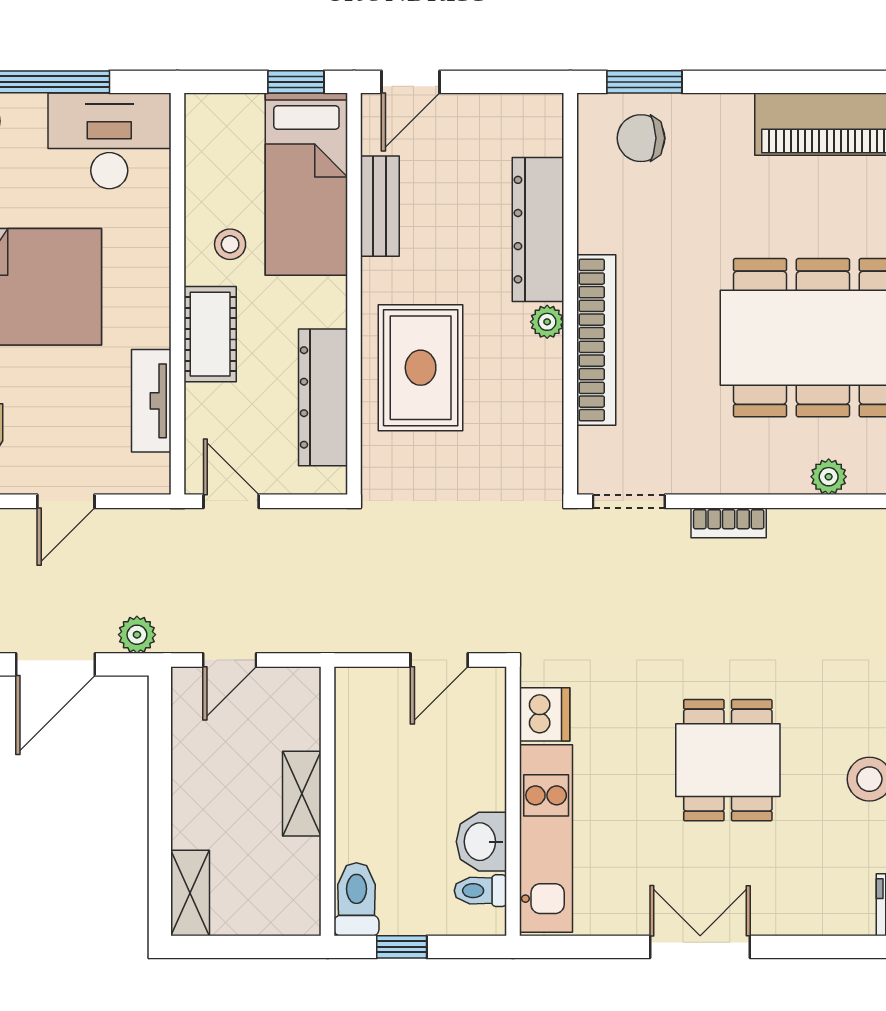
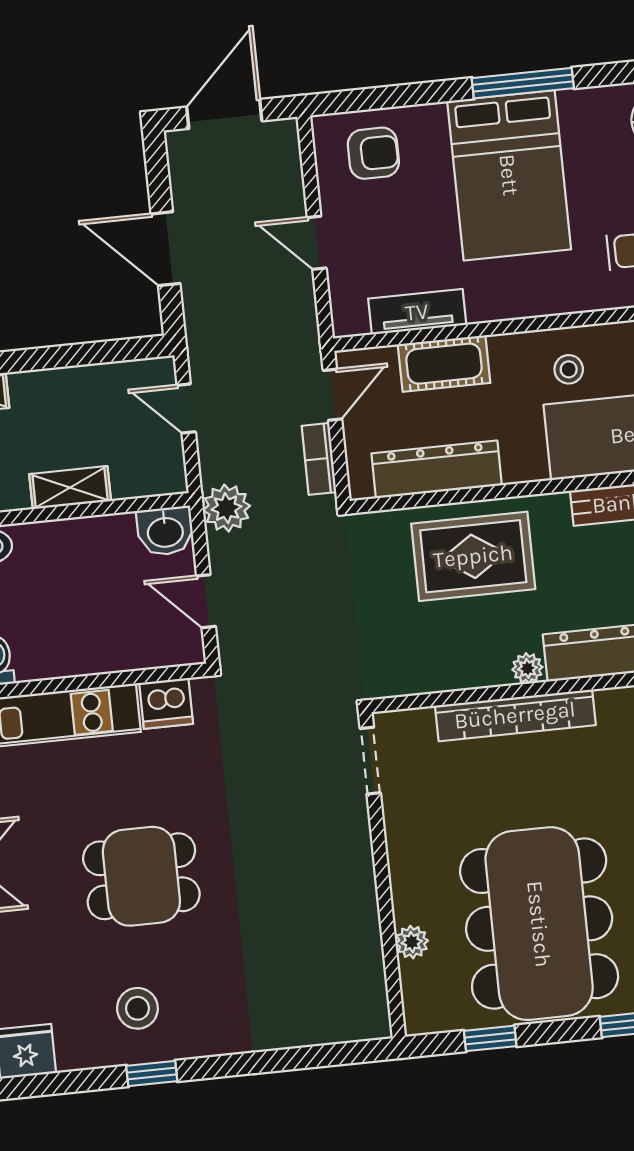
cot: (210, 334) -> (444, 364), moved
bookcase: (729, 523) -> (319, 459), moved
plant: (137, 635) -> (226, 508), moved, width x1.38, depth x1.38
washbasin: (481, 842) -> (165, 531), moved, turned 180

